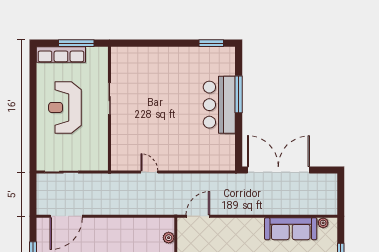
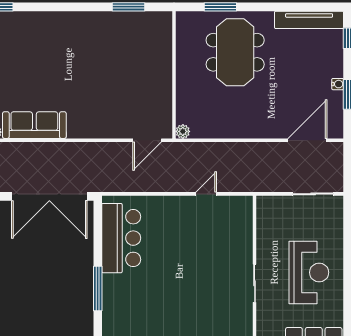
bar counter: (219, 105) -> (121, 238), moved
door: (149, 172) -> (206, 194), swing flipped
plant: (169, 238) -> (183, 131), moved

